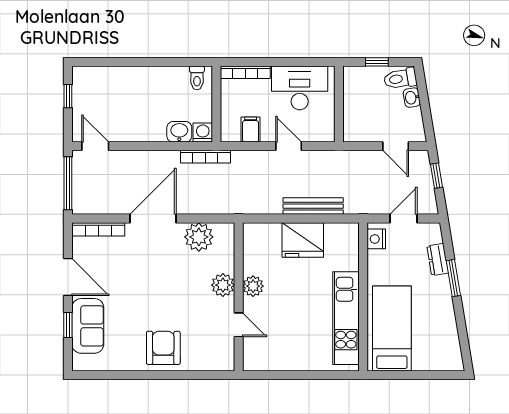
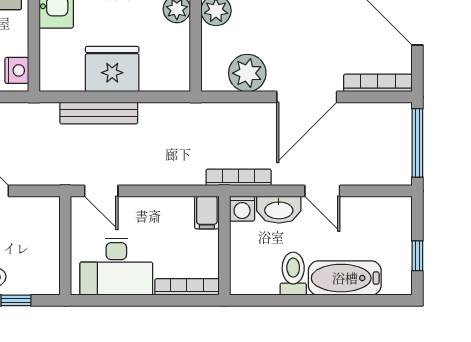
toilet: (197, 78) -> (293, 274), moved, width x1.37, depth x1.39
bathtub: (124, 79) -> (345, 278), added
filing cabinet: (251, 130) -> (207, 212), moved
washbasin: (179, 132) -> (279, 210), width x1.38
door: (95, 146) -> (322, 191), moved
door: (289, 146) -> (101, 191), moved

